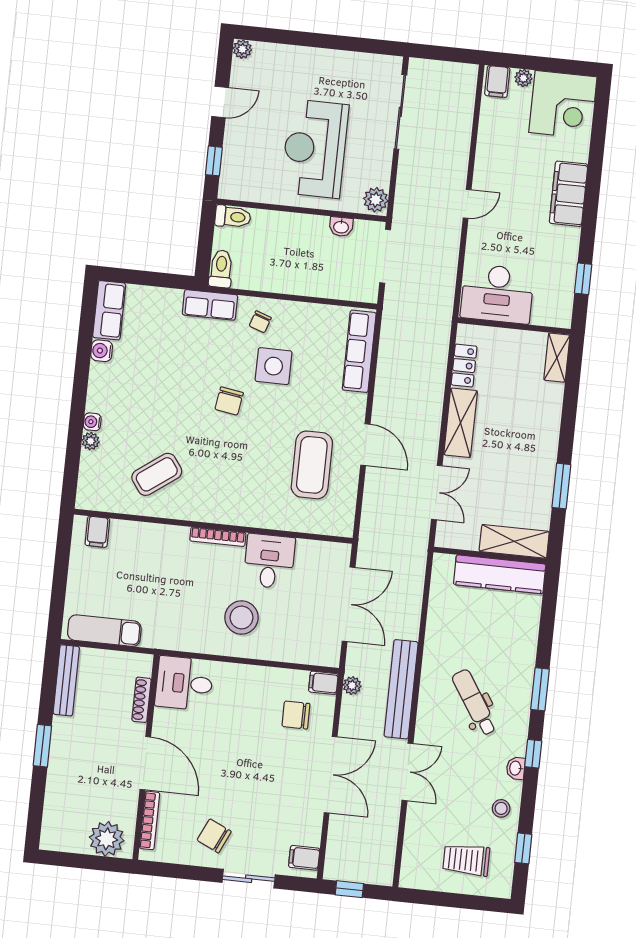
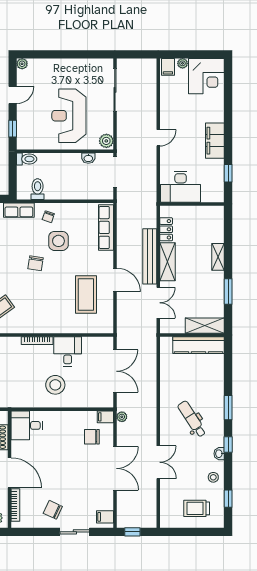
filing cabinet: (569, 194) -> (215, 141), moved
toilet: (221, 269) -> (38, 189), moved
shelving: (557, 358) -> (218, 257), moved
bench: (401, 689) -> (150, 256), moved

